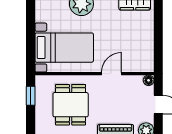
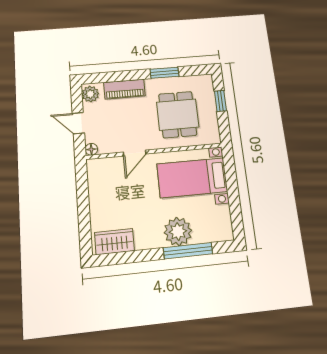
window: (31, 96) -> (220, 101), moved

